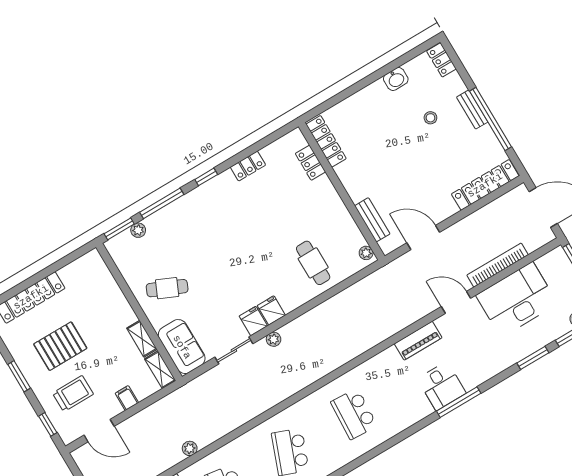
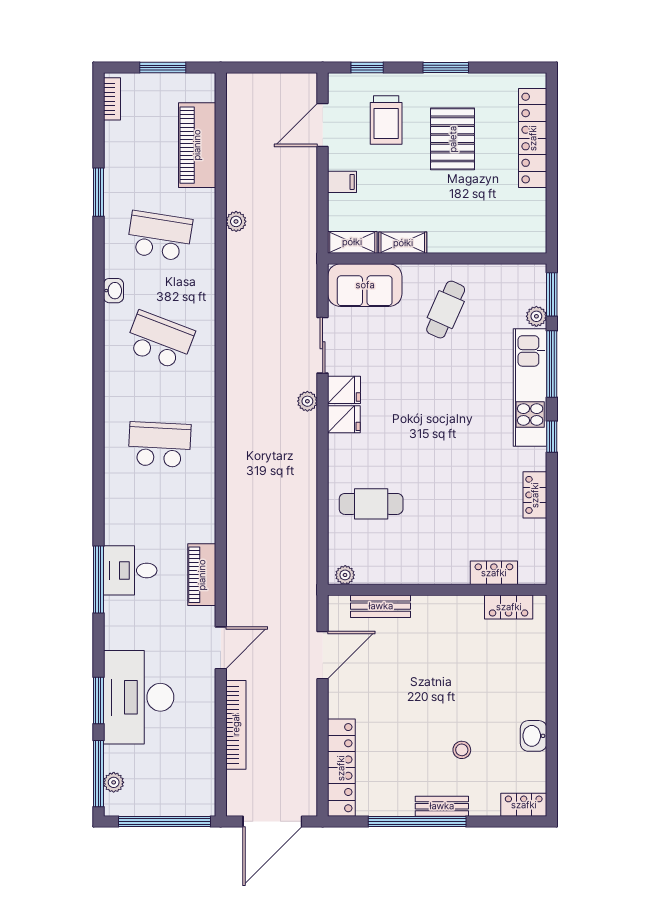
locker: (326, 141) -> (509, 607), width x0.66
kitchen unit: (184, 208) -> (530, 387), added
desk: (517, 299) -> (139, 697), moved, turned 180

